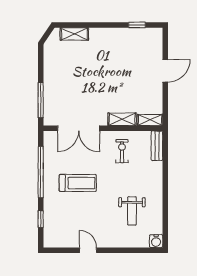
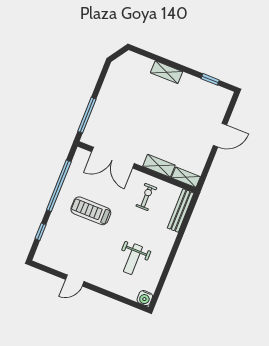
shelving: (74, 34) -> (167, 72), moved
bench: (157, 146) -> (181, 211), width x1.36
treadmill: (78, 183) -> (91, 211), turned 180
door: (88, 250) -> (75, 281), swing flipped

